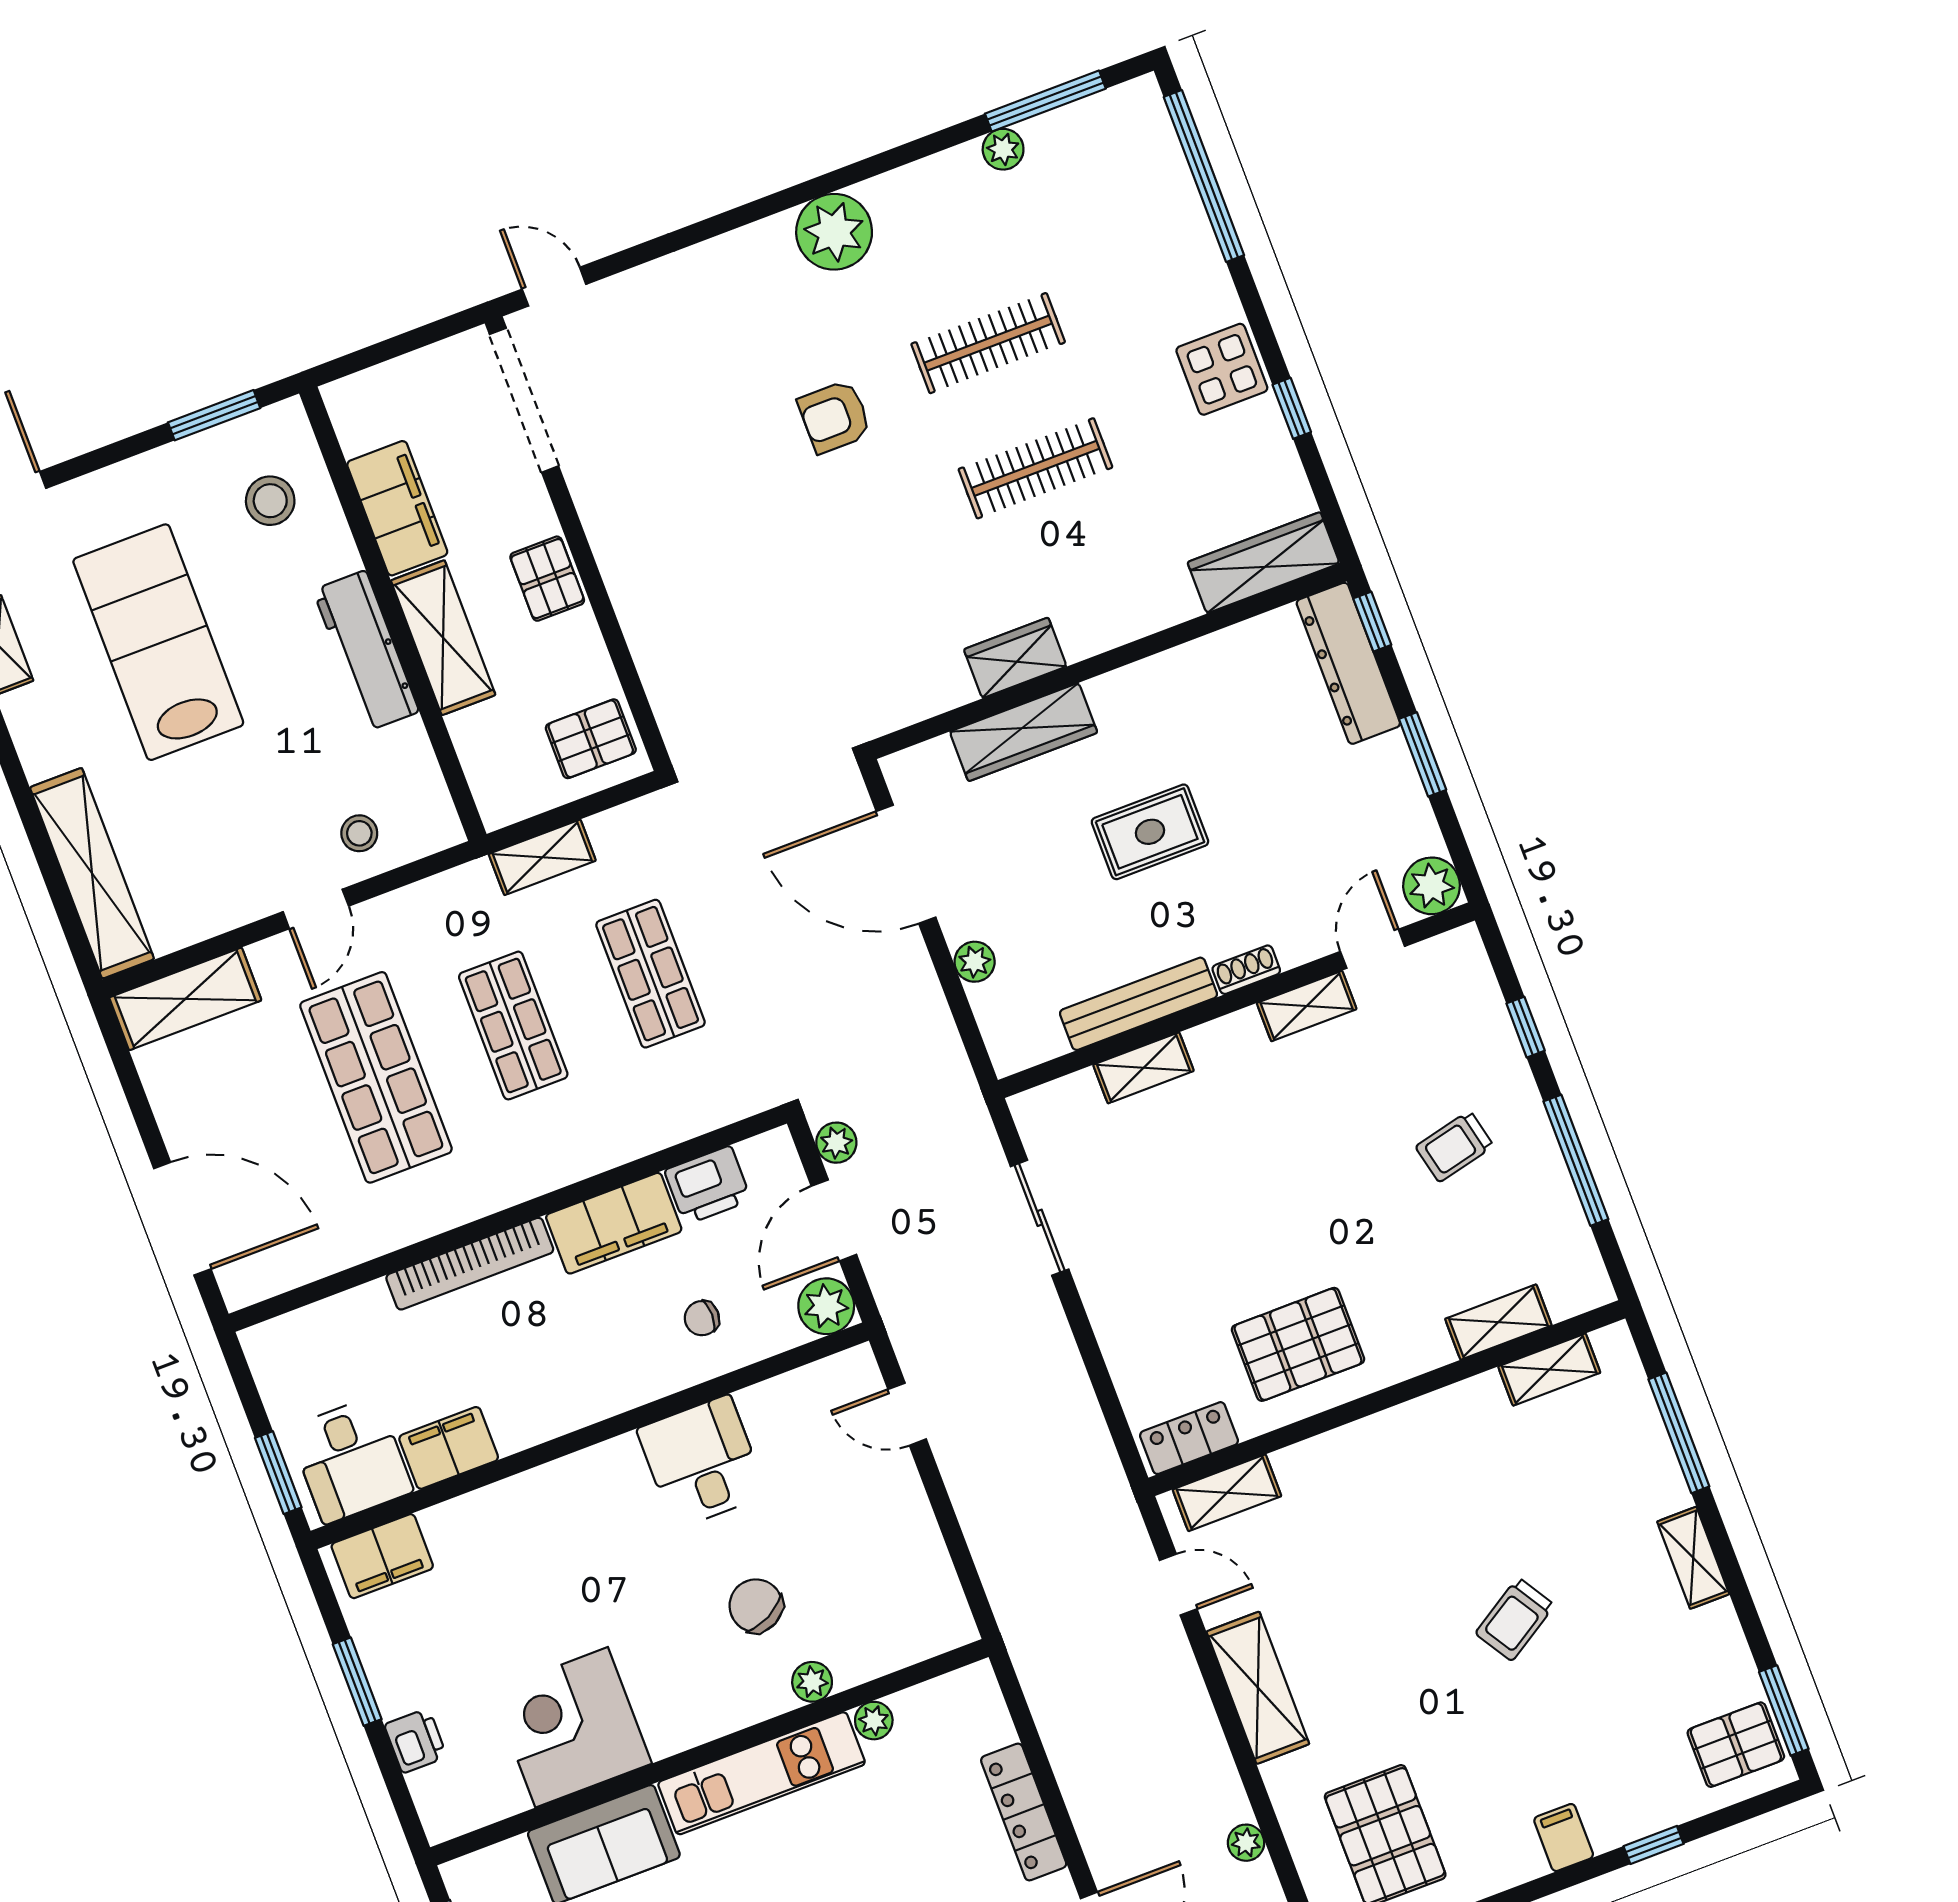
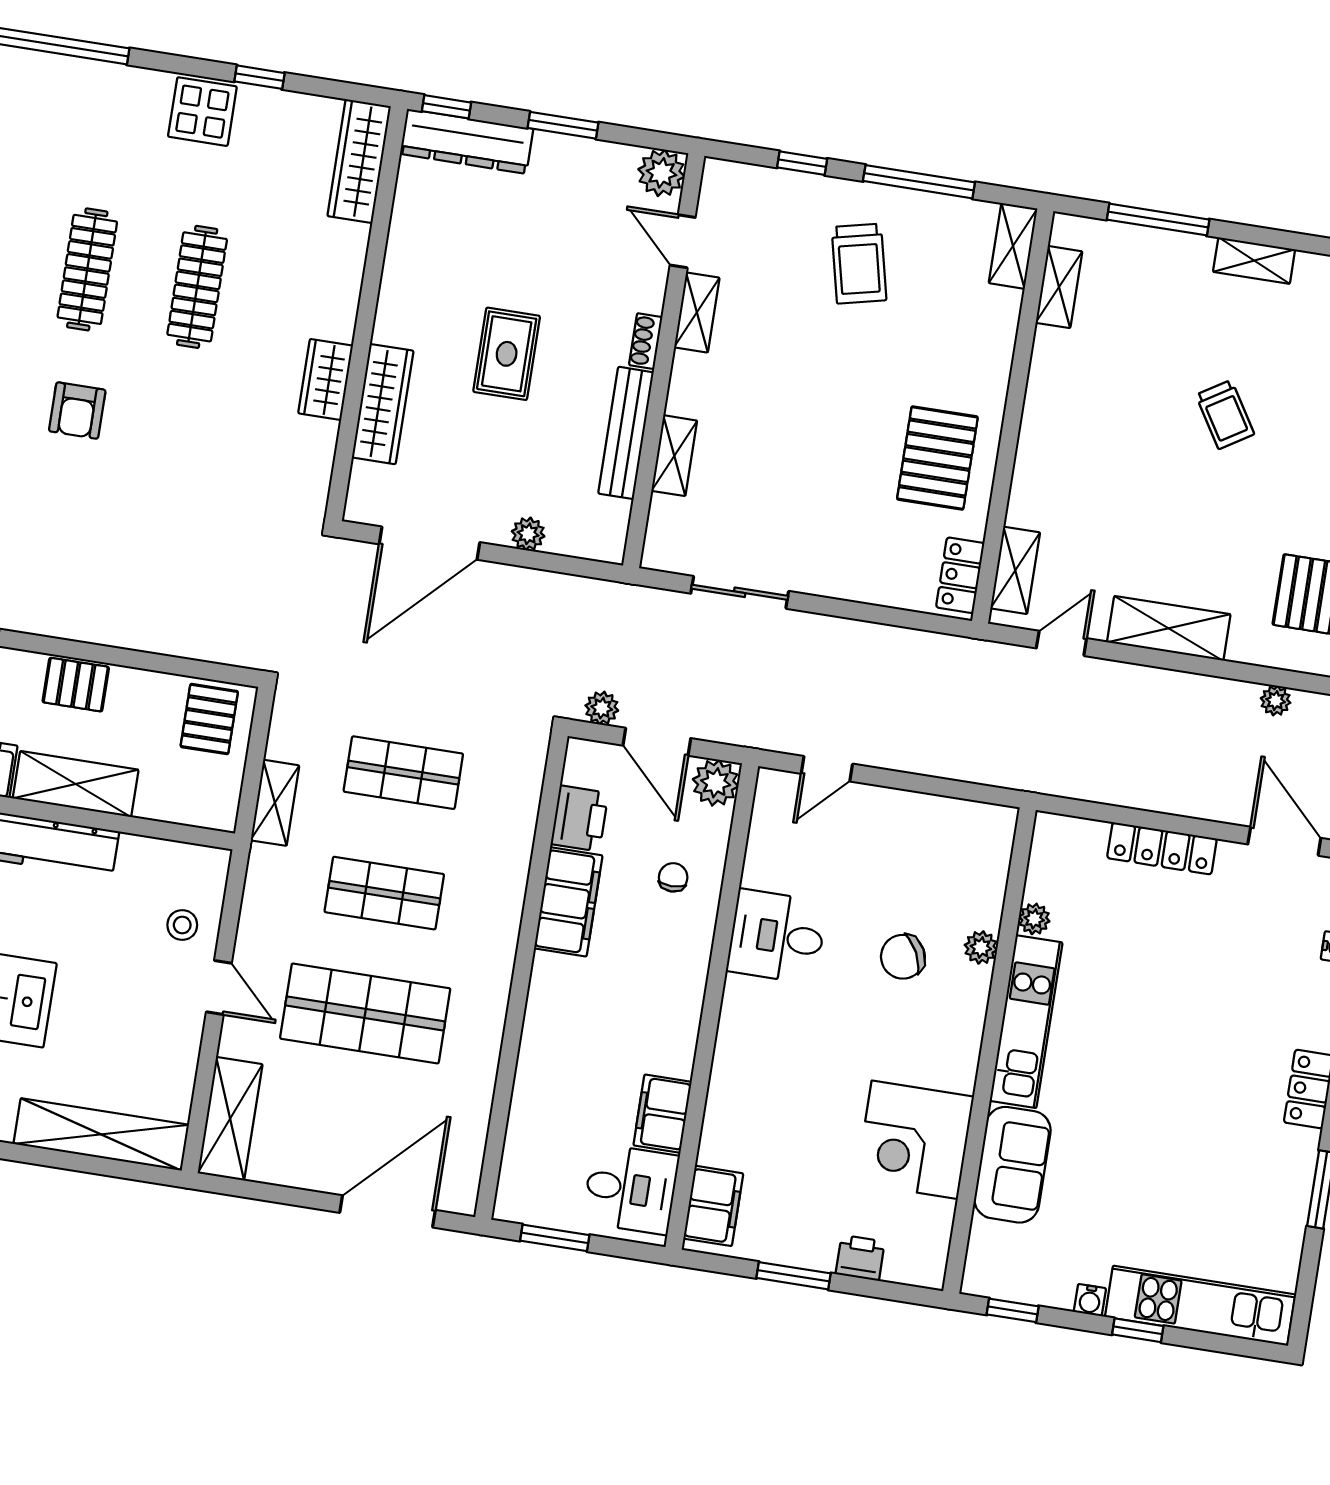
trolley: (1454, 1146) -> (859, 264), width x1.36, depth x1.39
bookcase: (470, 1264) -> (538, 1022), removed
chair: (702, 1318) -> (673, 877), turned 180
shelving: (1498, 1322) -> (1013, 246), moved
window: (278, 1473) -> (555, 1238), moved

